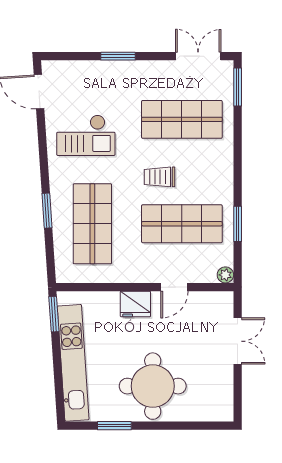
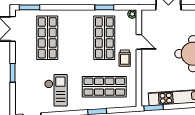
trolley: (160, 177) -> (125, 58), moved
fridge: (135, 304) -> (148, 63), removed

